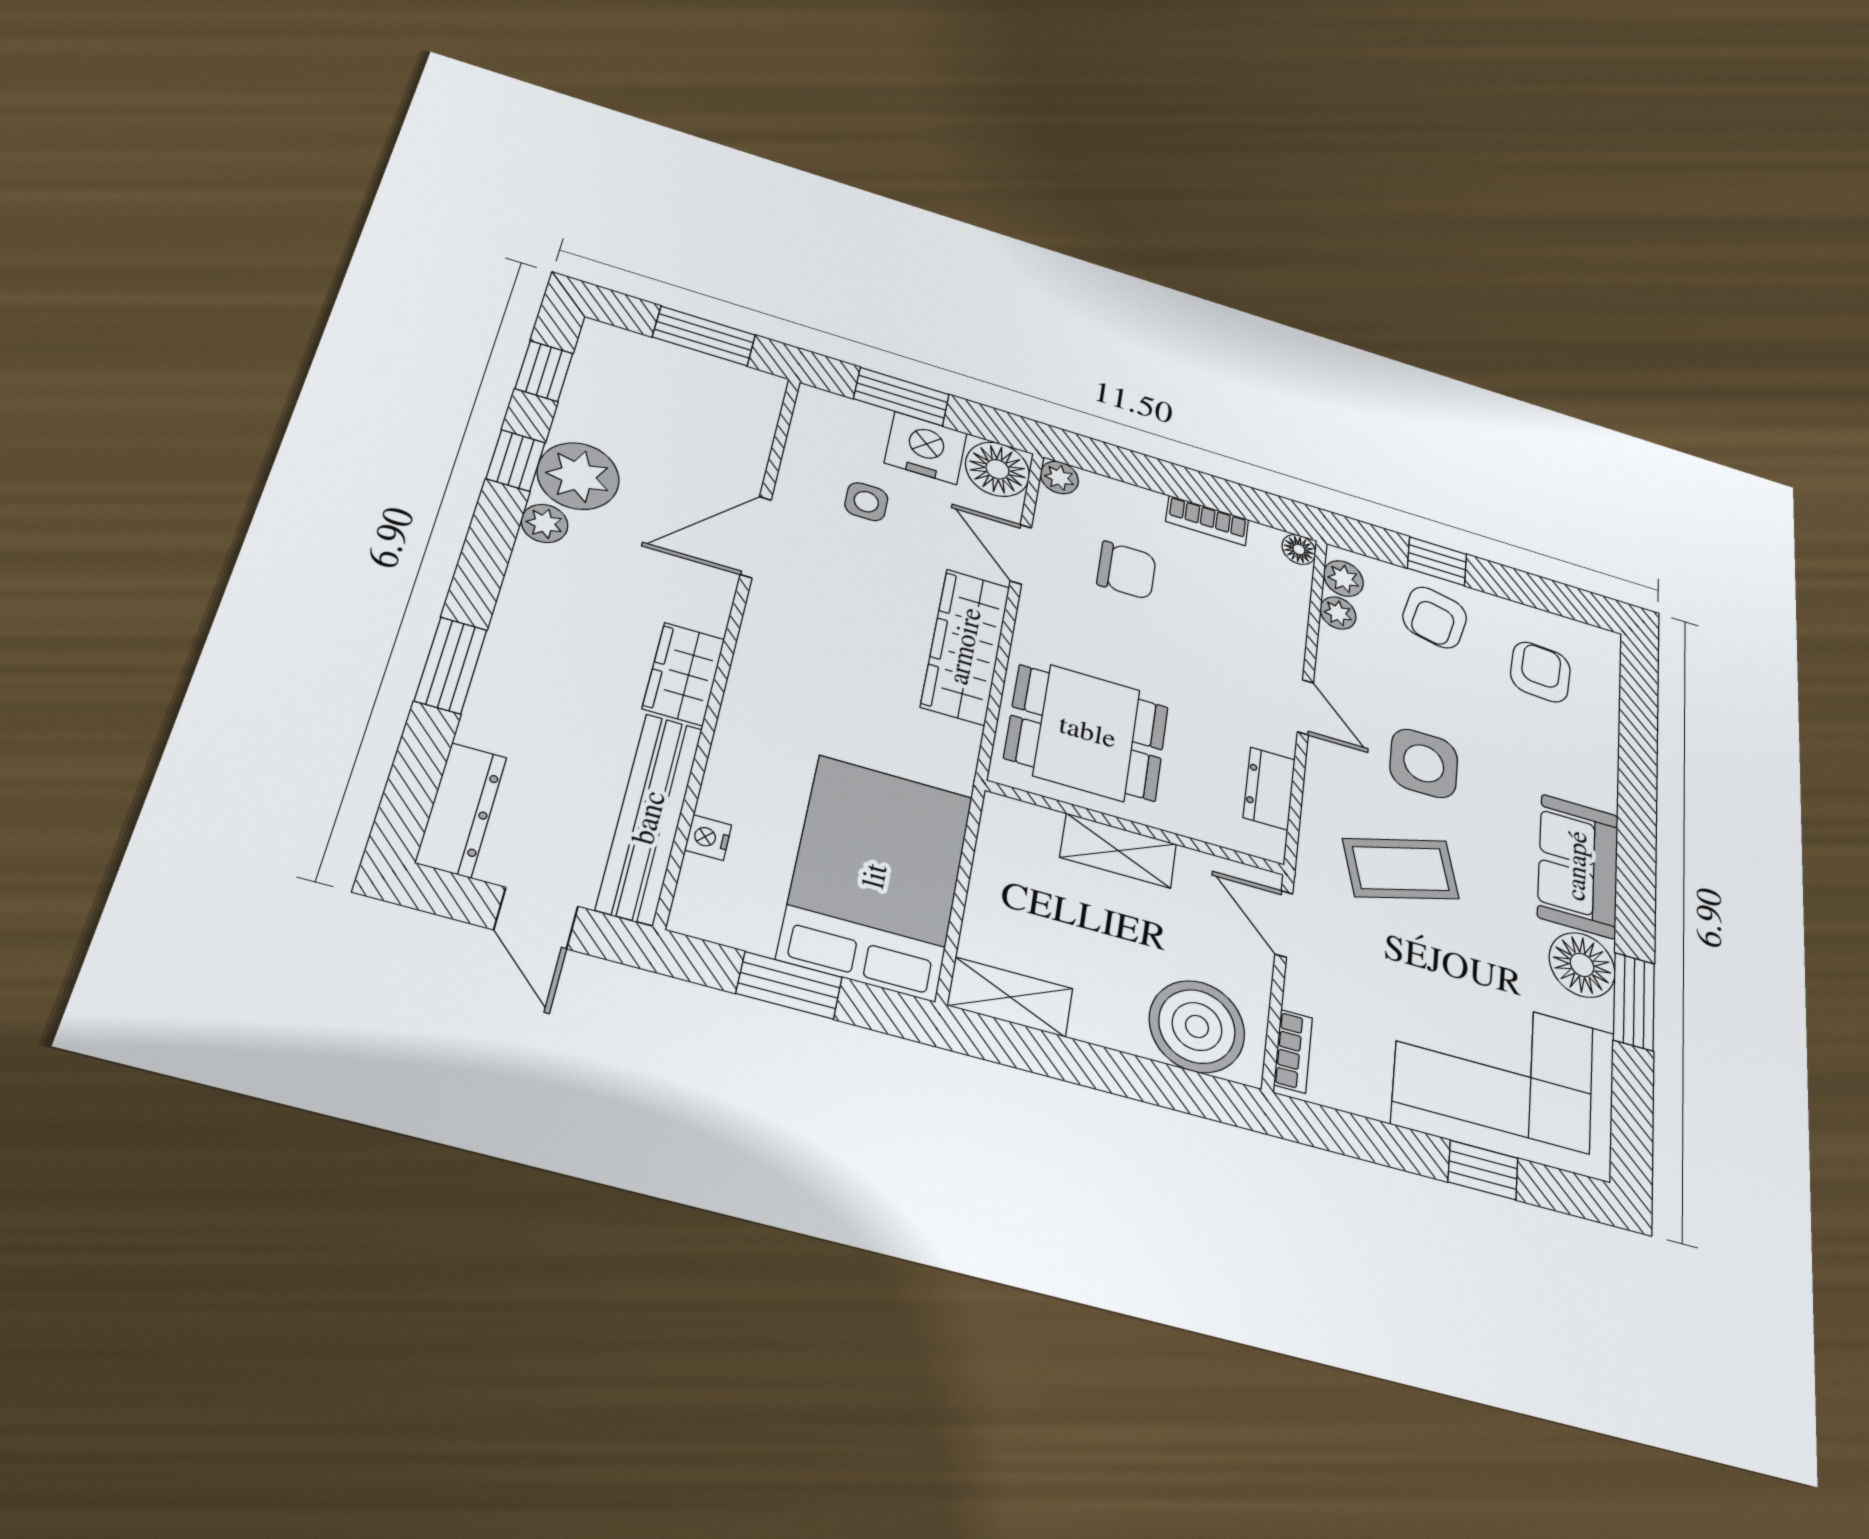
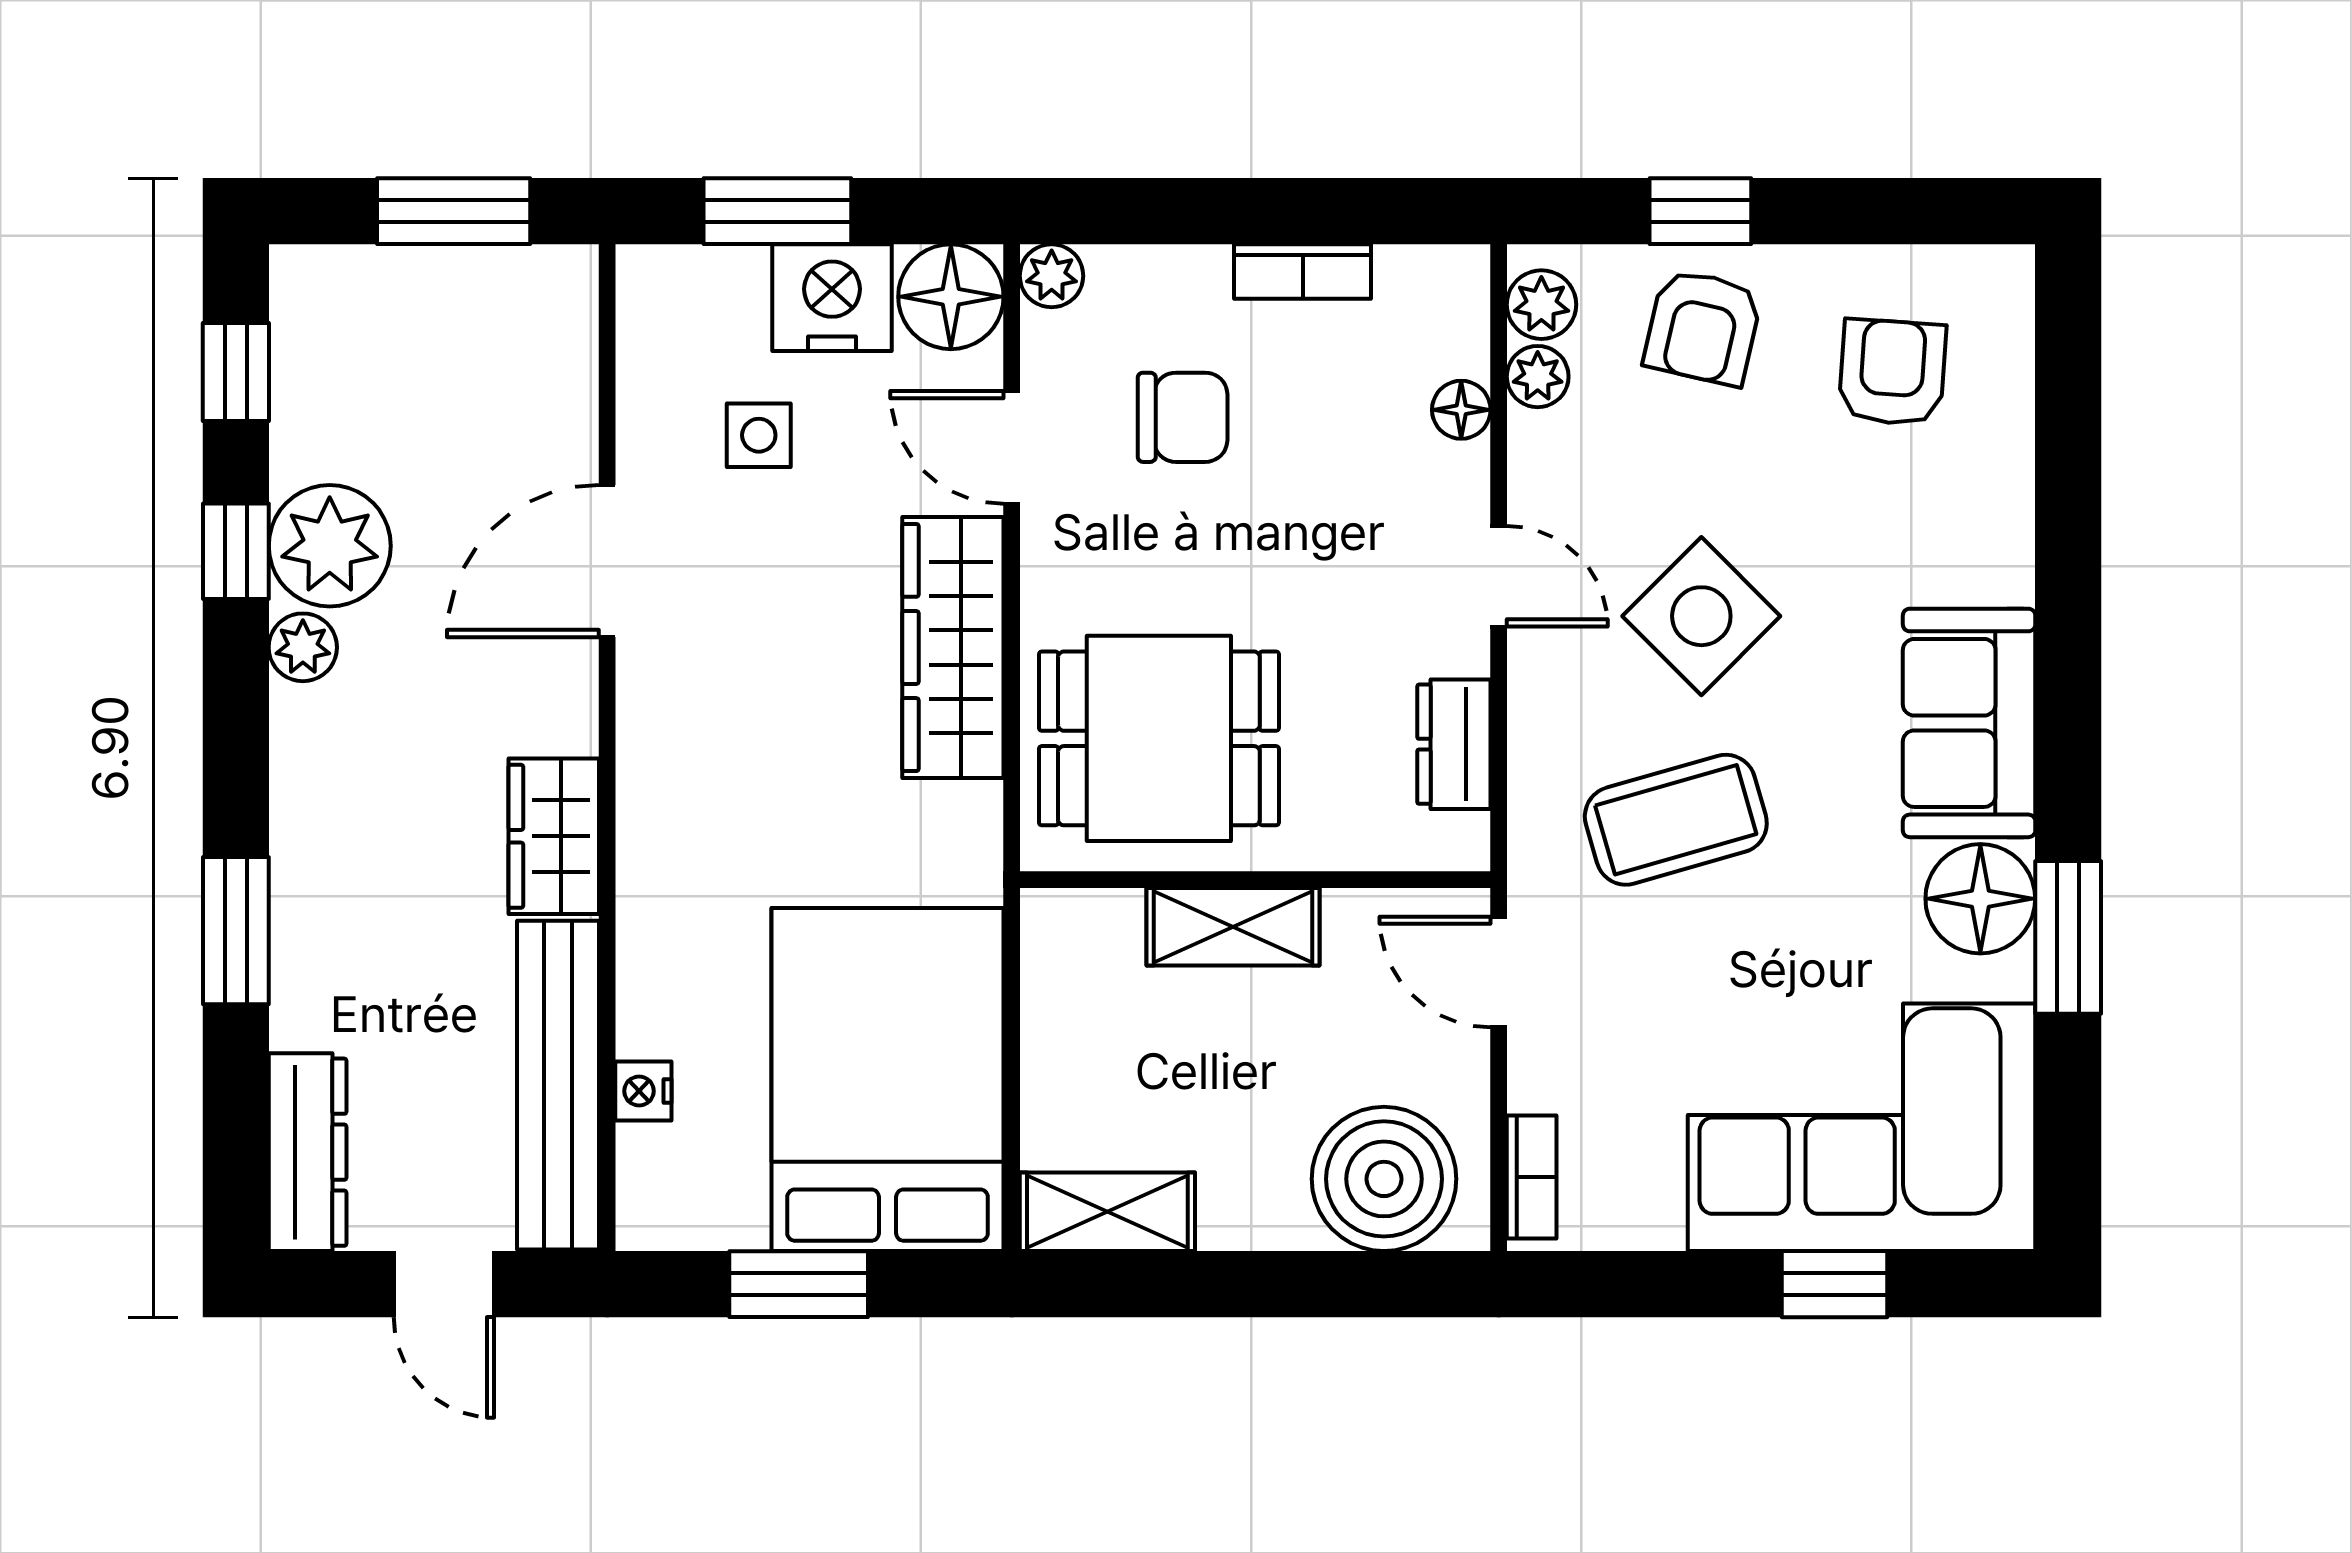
floor lamp: (1299, 549) -> (1461, 410), moved
side table: (1424, 763) -> (1701, 616), turned 45

